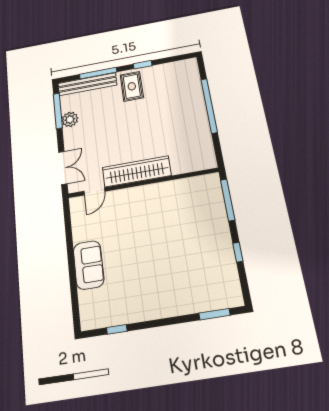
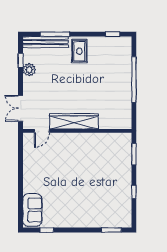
window: (143, 65) -> (113, 34), moved
window: (58, 111) -> (21, 60), width x0.46
double door: (63, 168) -> (21, 108), swing flipped
window: (228, 200) -> (134, 154), width x0.69
sofa: (89, 265) -> (32, 210), moved

